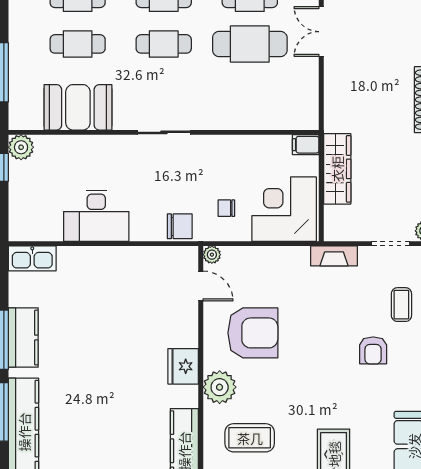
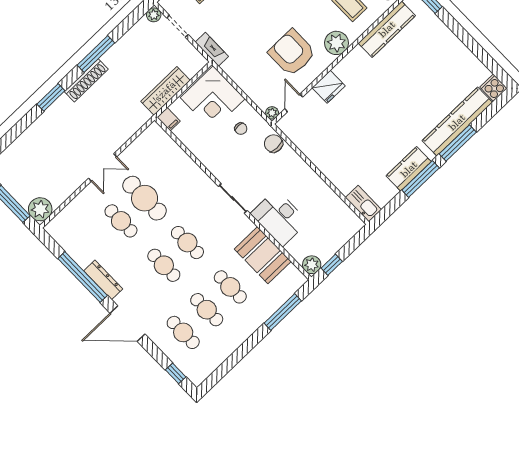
desk: (96, 216) -> (279, 218), moved, turned 180
fridge: (183, 366) -> (329, 87), moved

